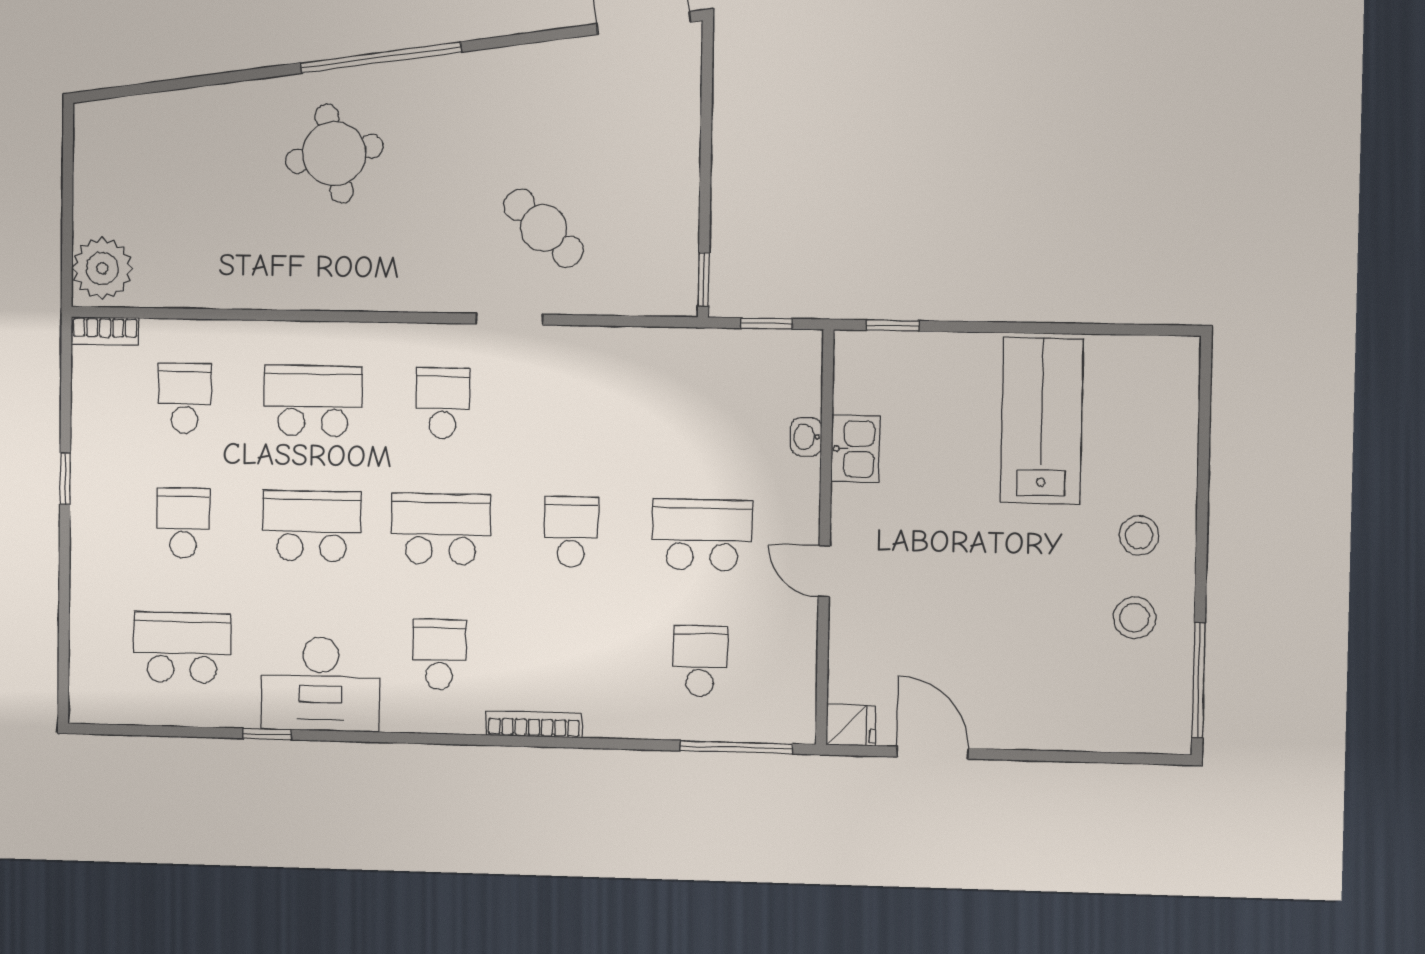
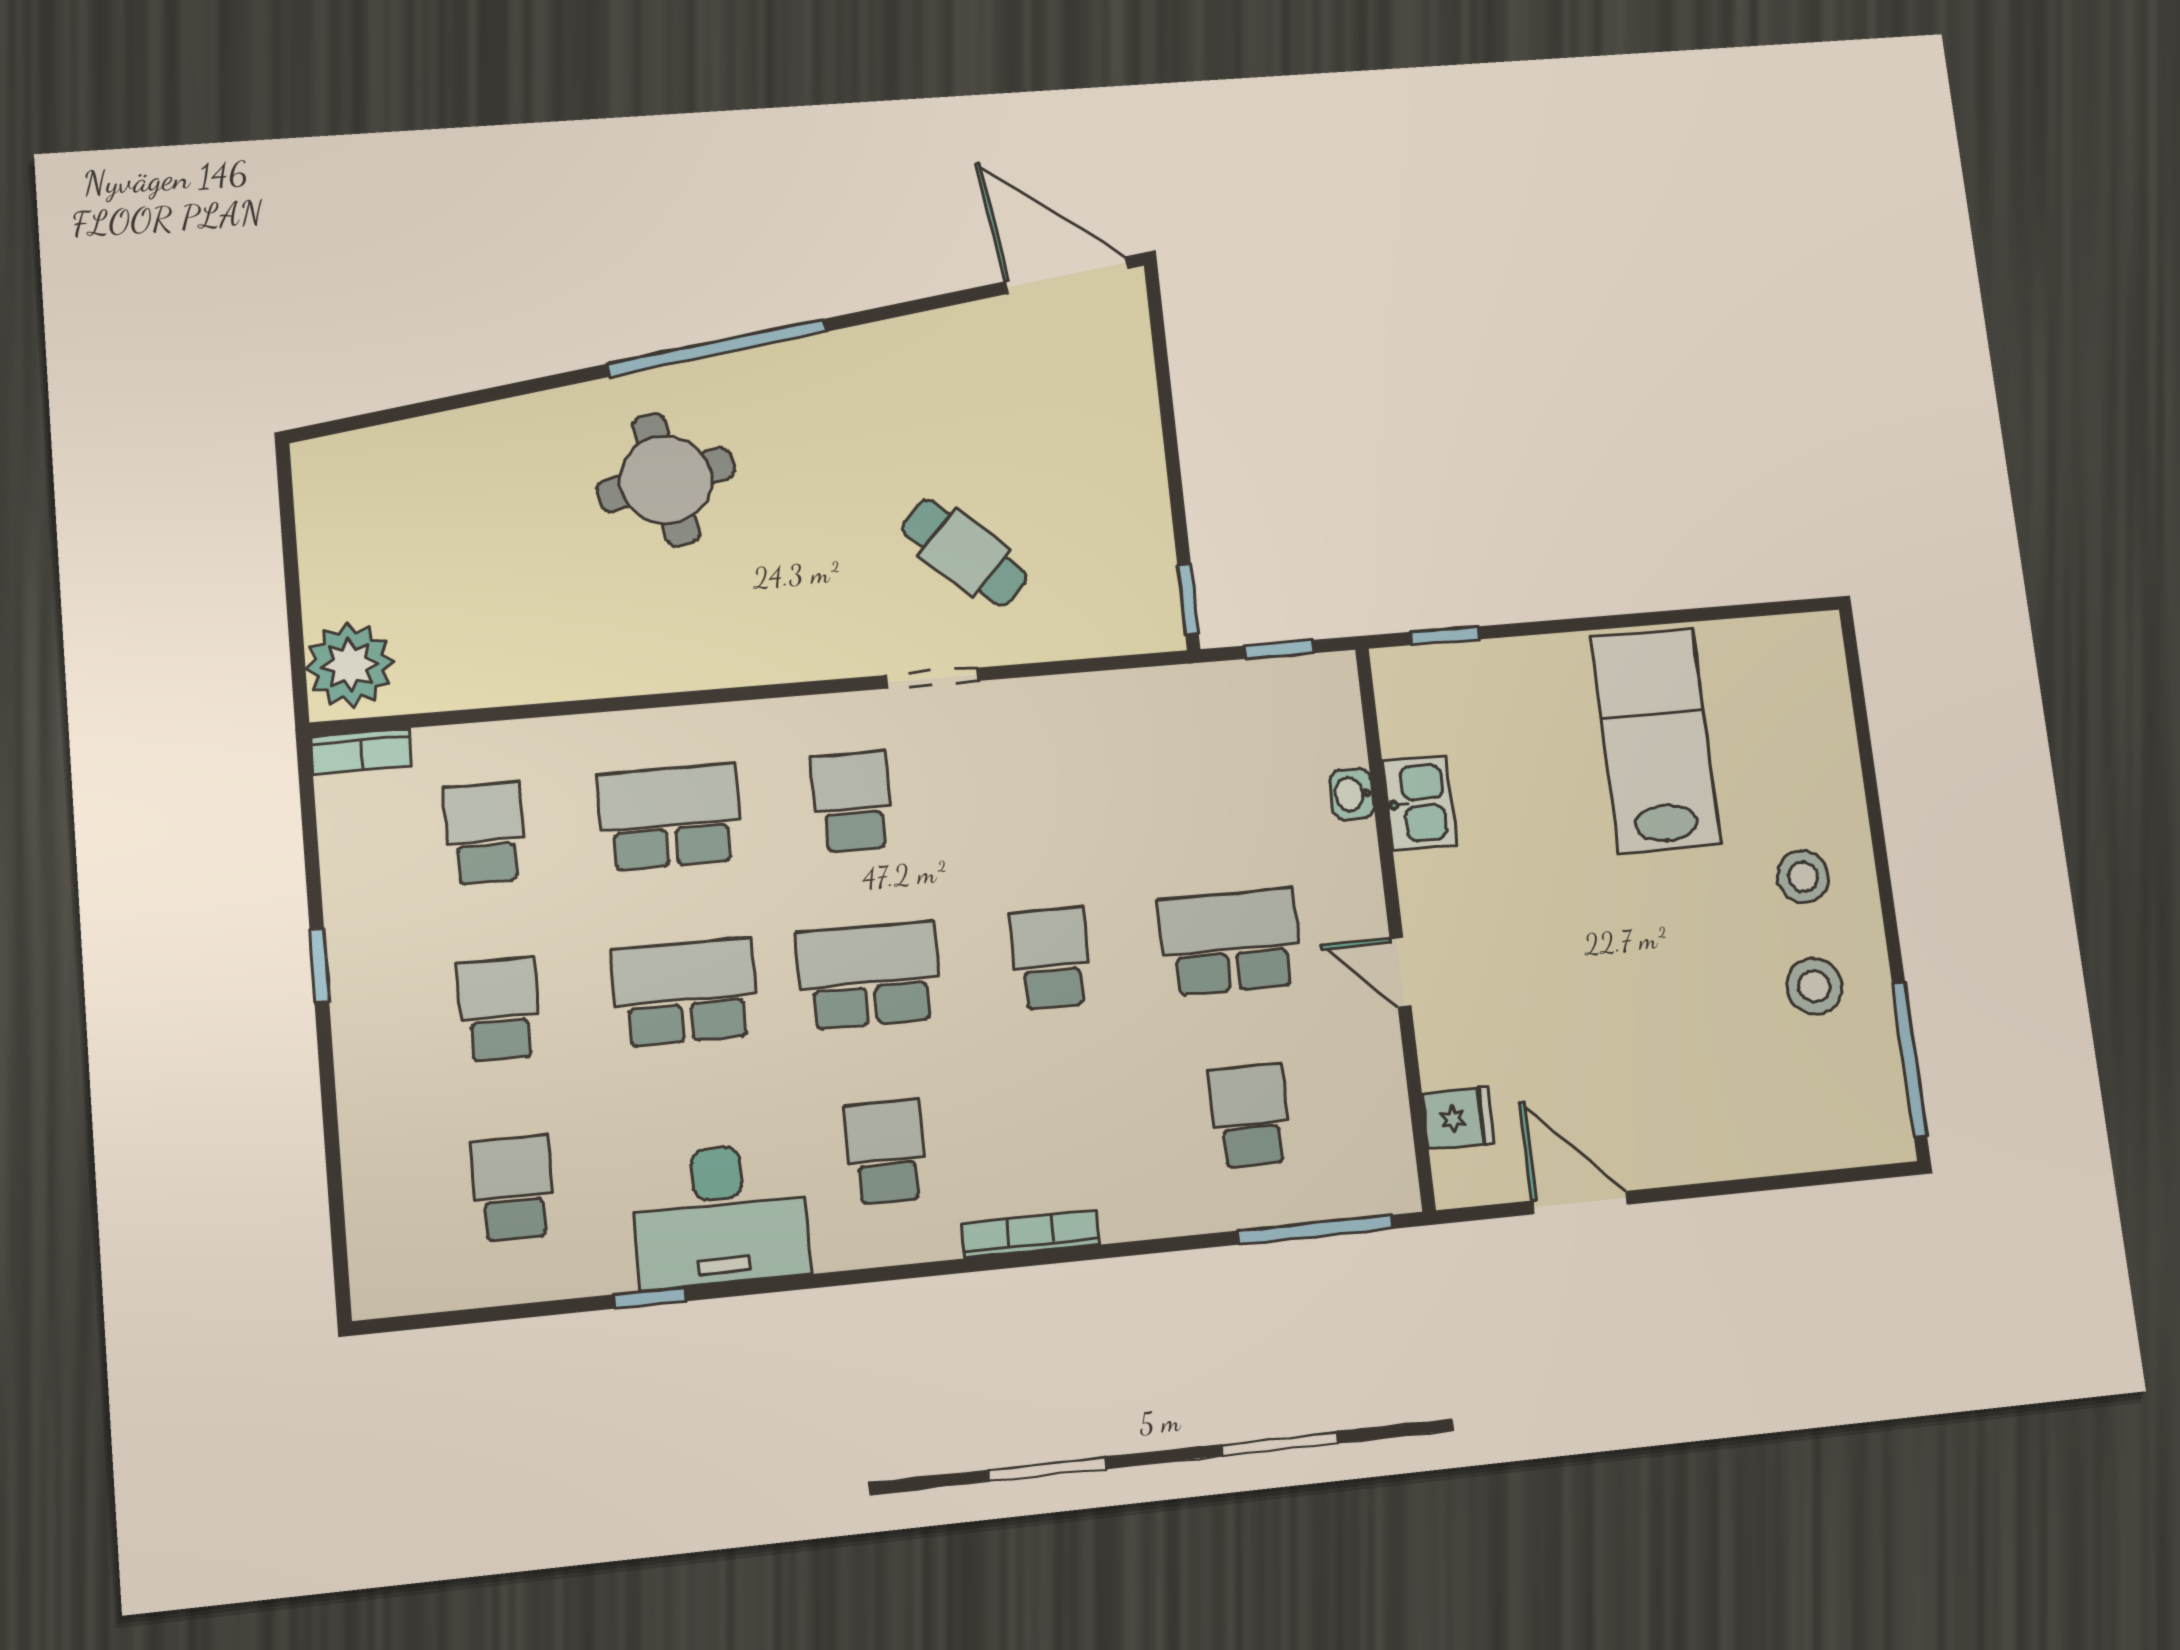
school desk: (182, 648) -> (513, 1188), width x0.54
fridge: (851, 725) -> (1458, 1118), moved

